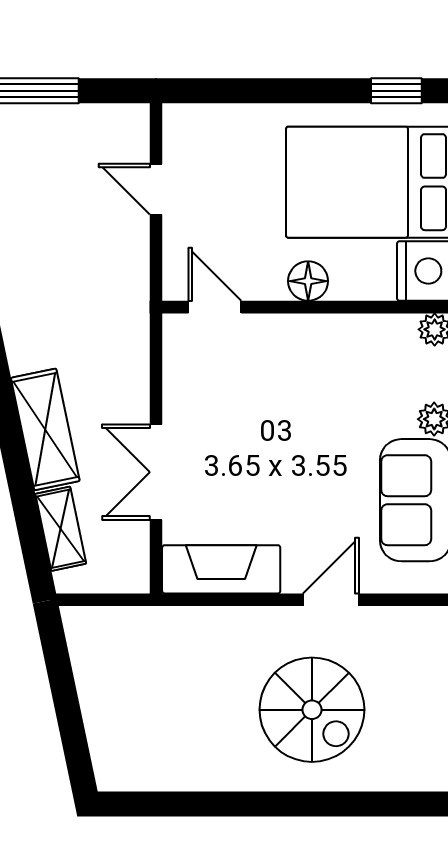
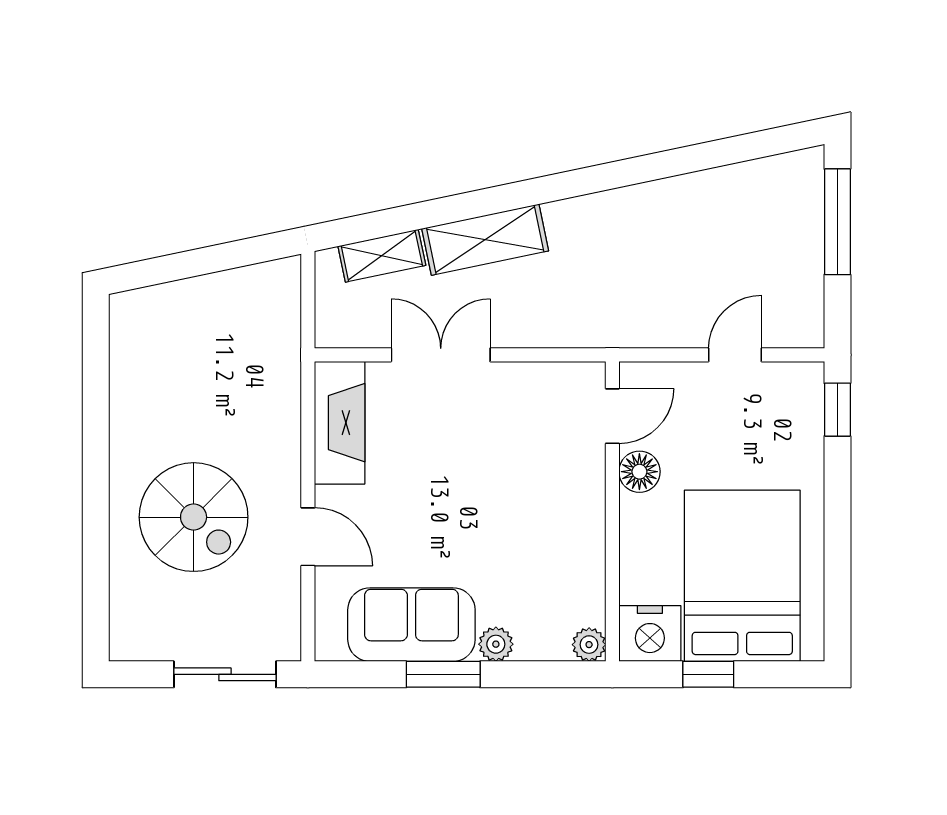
window: (396, 91) -> (837, 410), moved
floor lamp: (308, 281) -> (639, 472), moved
spiral stairs: (312, 710) -> (194, 517), turned -90

